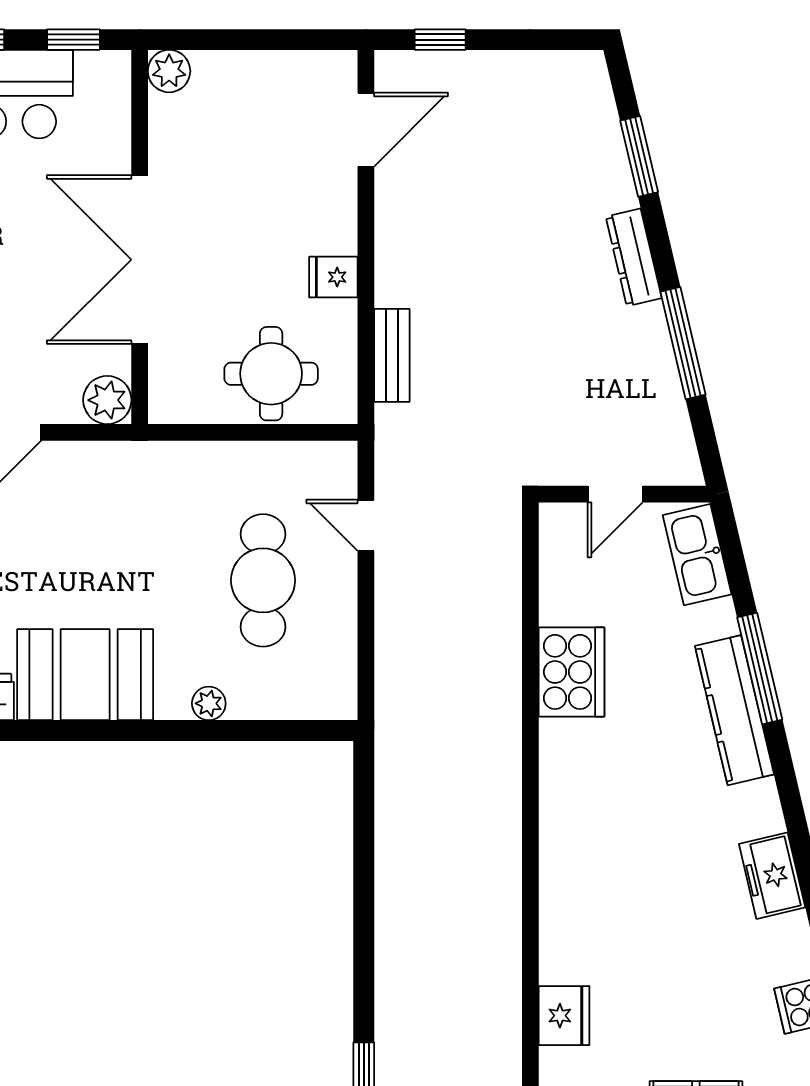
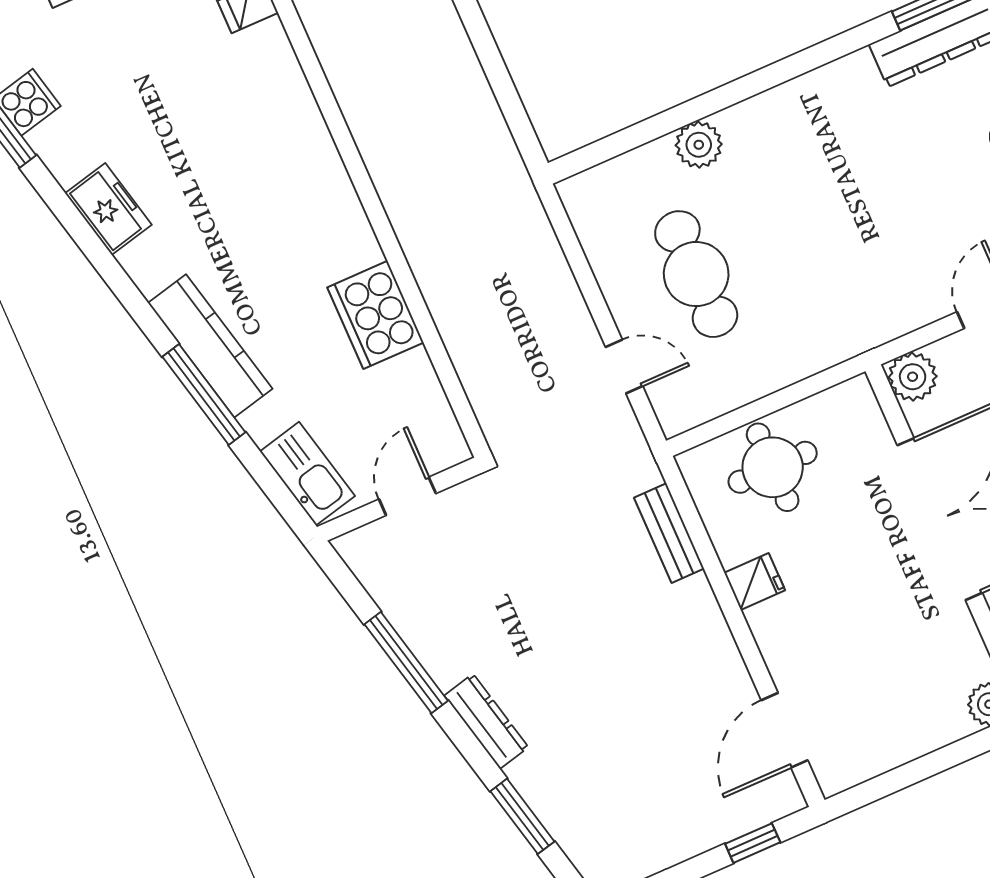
booth: (85, 675) -> (822, 115), removed
plant: (209, 703) -> (699, 145), width x1.38, depth x1.38

